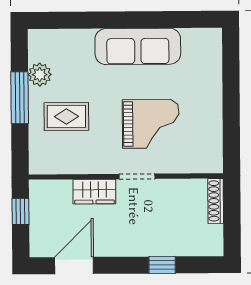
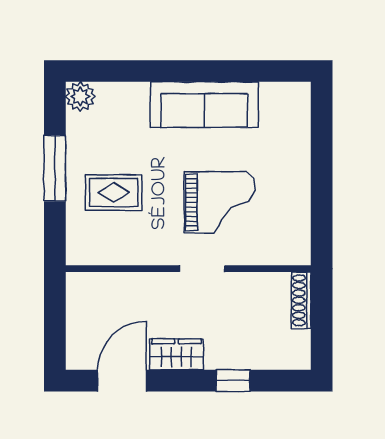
plant: (40, 75) -> (80, 96), moved
wardrobe: (94, 192) -> (176, 354), moved, turned 180
window: (20, 211) -> (55, 312), removed

